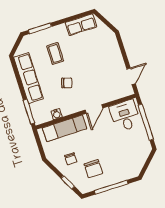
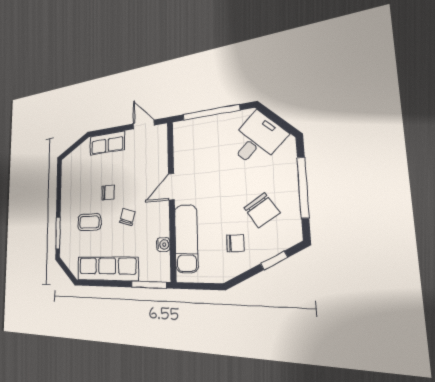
row of seats: (81, 25) -> (107, 143), moved, turned 90
chair: (79, 62) -> (108, 193), added
door: (94, 109) -> (171, 187), swing flipped
desk: (125, 116) -> (257, 139), moved, turned 135
chair: (93, 169) -> (262, 210), turned 57

